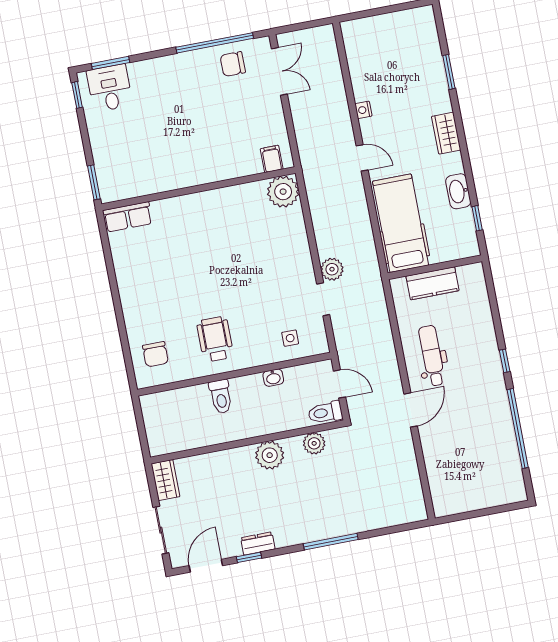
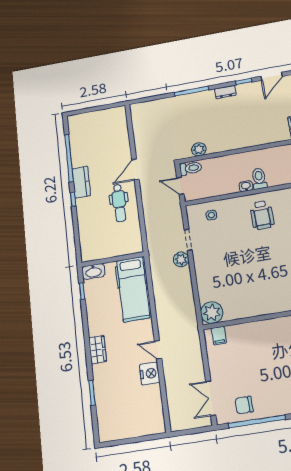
chair: (233, 64) -> (244, 405), turned 180
nightstand: (363, 110) -> (150, 373), width x1.89, depth x1.79
door: (362, 158) -> (158, 350), moved
washbasin: (458, 191) -> (93, 271), moved, turned 90
kitchen counter: (433, 283) -> (81, 182), moved, turned 90
washbasin: (273, 378) -> (246, 186), moved
plant: (270, 455) -> (228, 142), removed
dresser: (258, 543) -> (225, 92), moved

